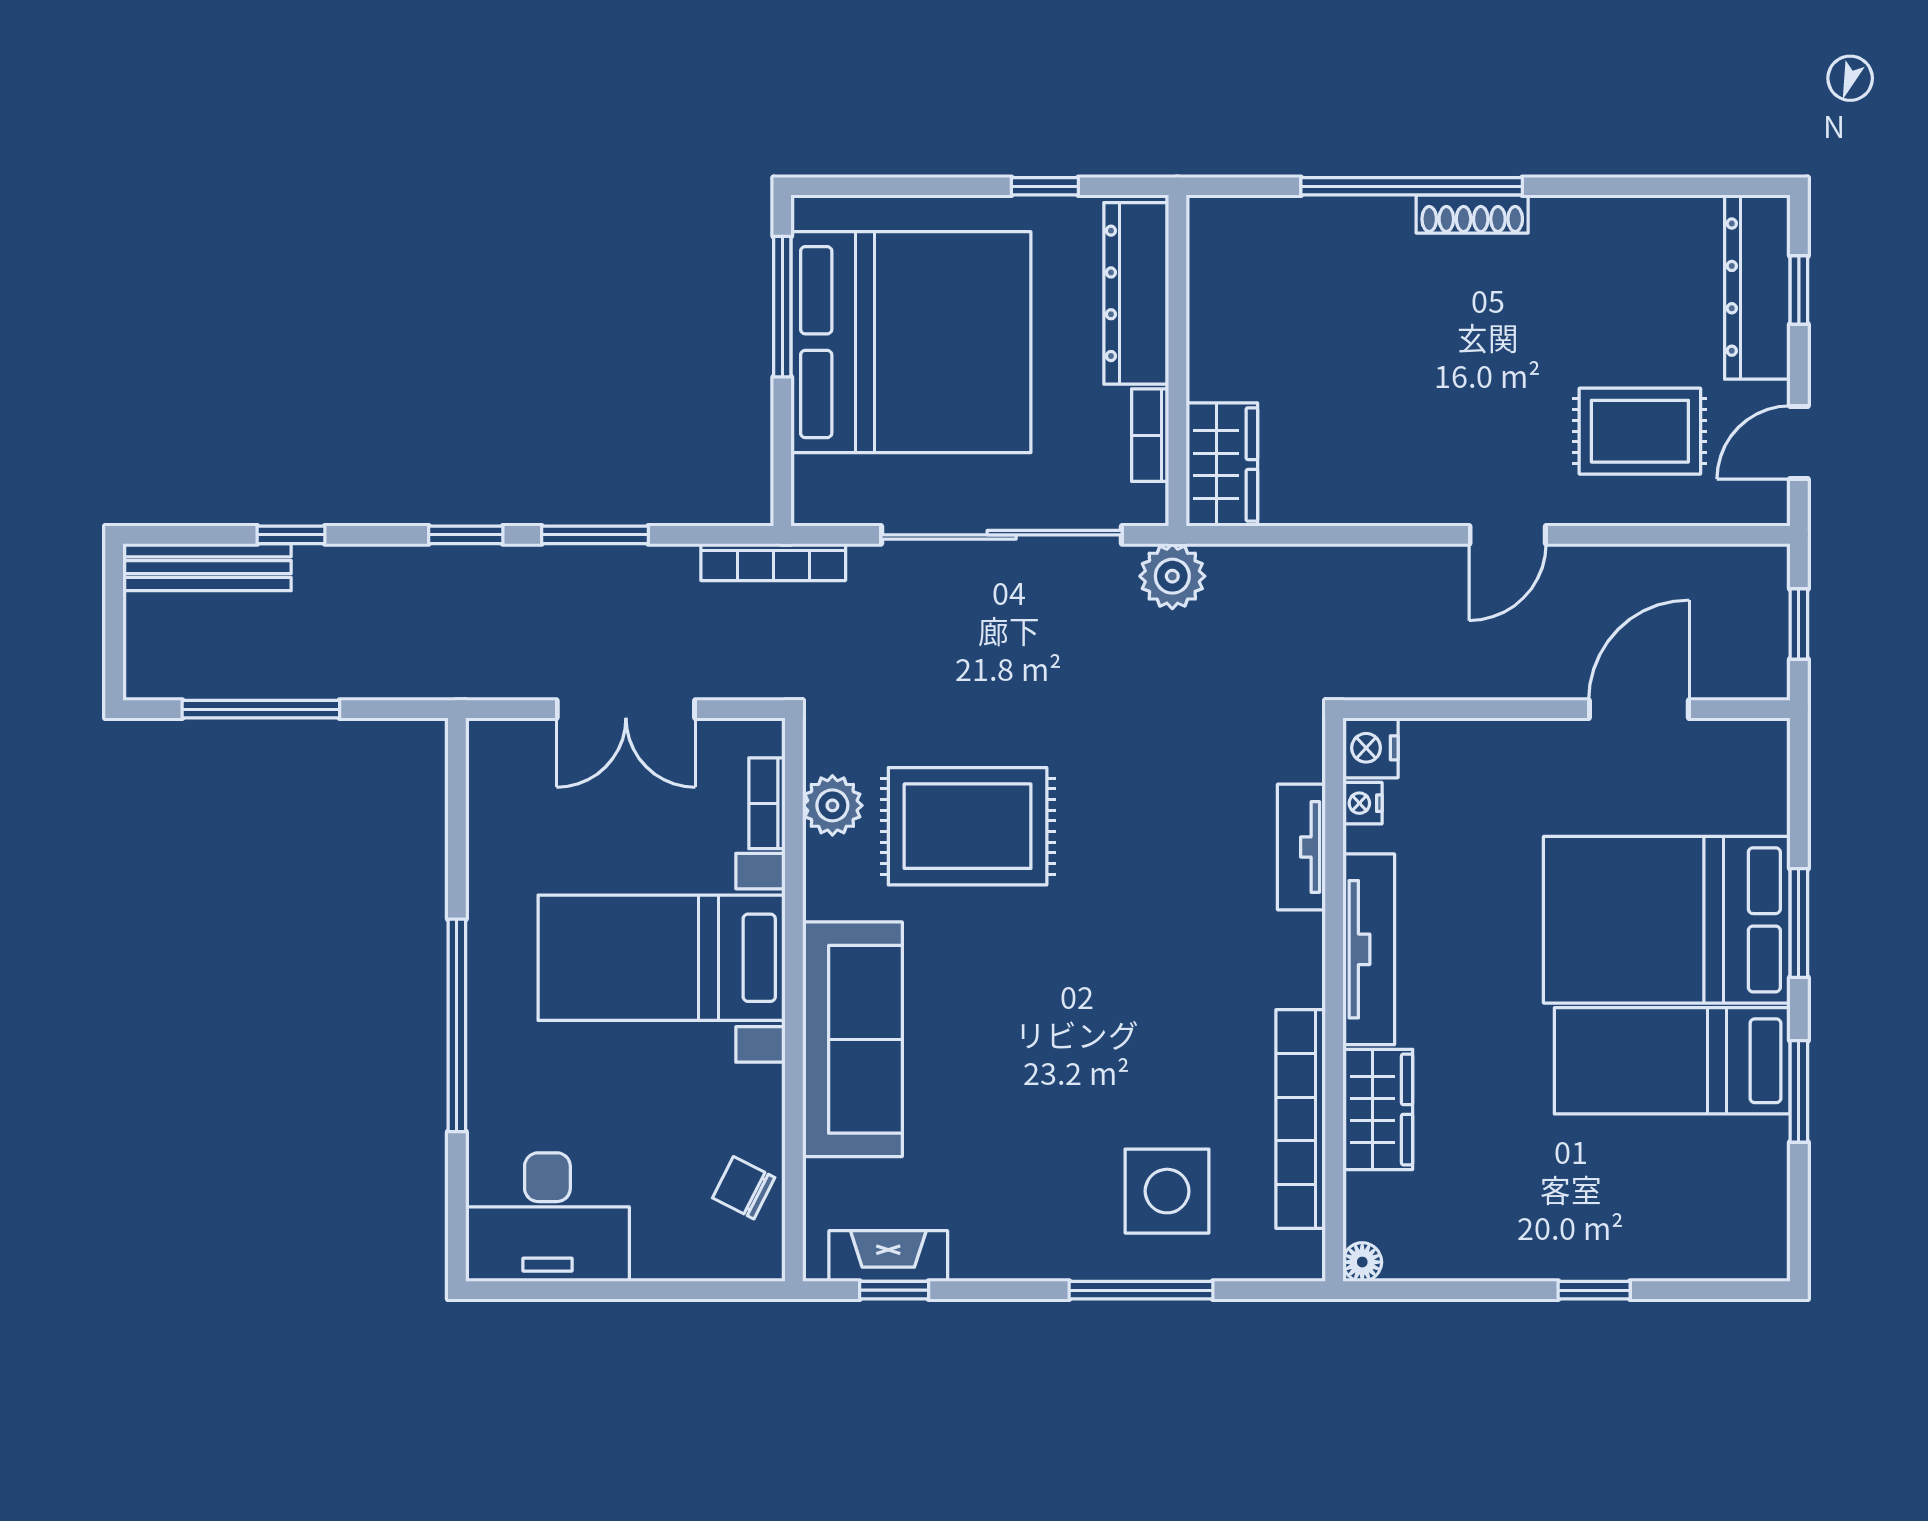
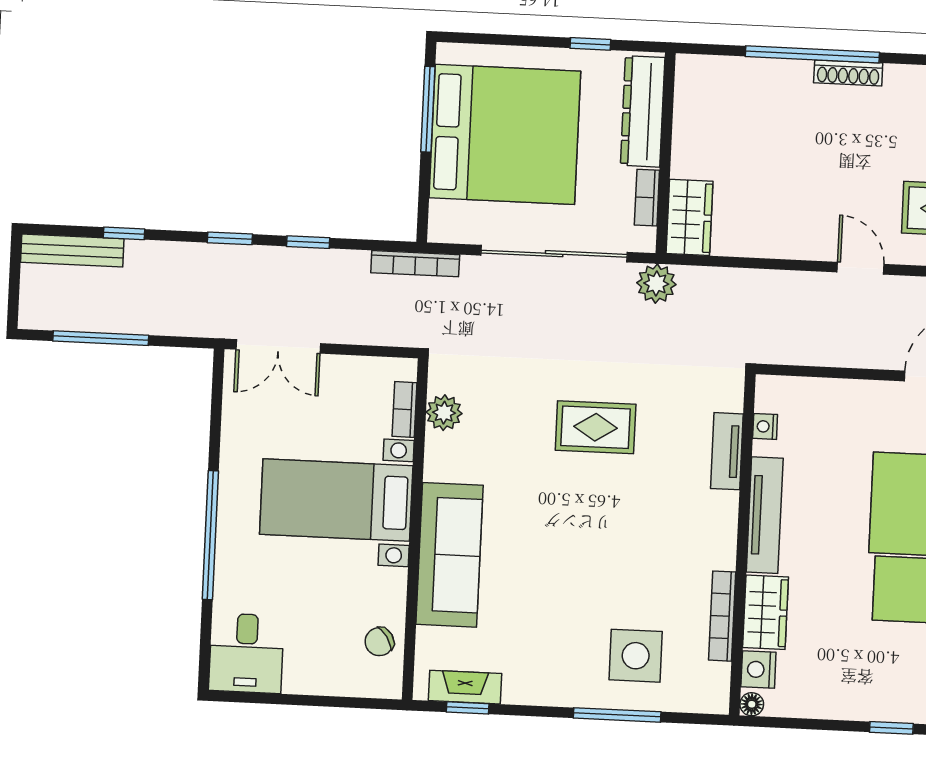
window: (595, 535) -> (308, 242), width x0.67
door: (1508, 535) -> (861, 268), swing flipped
double door: (626, 709) -> (278, 346), moved
nightstand: (1370, 748) -> (758, 669), moved
rug: (968, 826) -> (596, 427), moved, width x0.73, depth x0.70
bookcase: (1301, 1119) -> (722, 616), width x0.68, depth x0.76
chair: (744, 1188) -> (379, 642), turned -60
desk: (547, 1217) -> (246, 653), width x0.73

